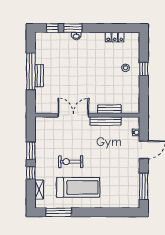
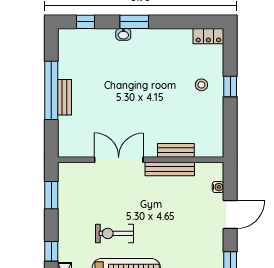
window: (73, 28) -> (134, 22), moved
locker: (115, 37) -> (208, 36), moved
window: (31, 151) -> (51, 195), moved

